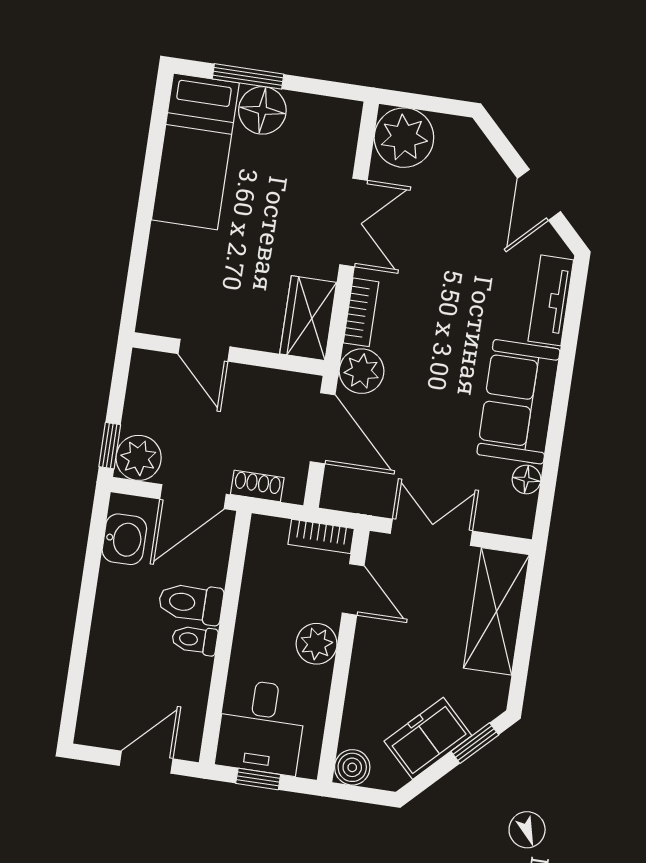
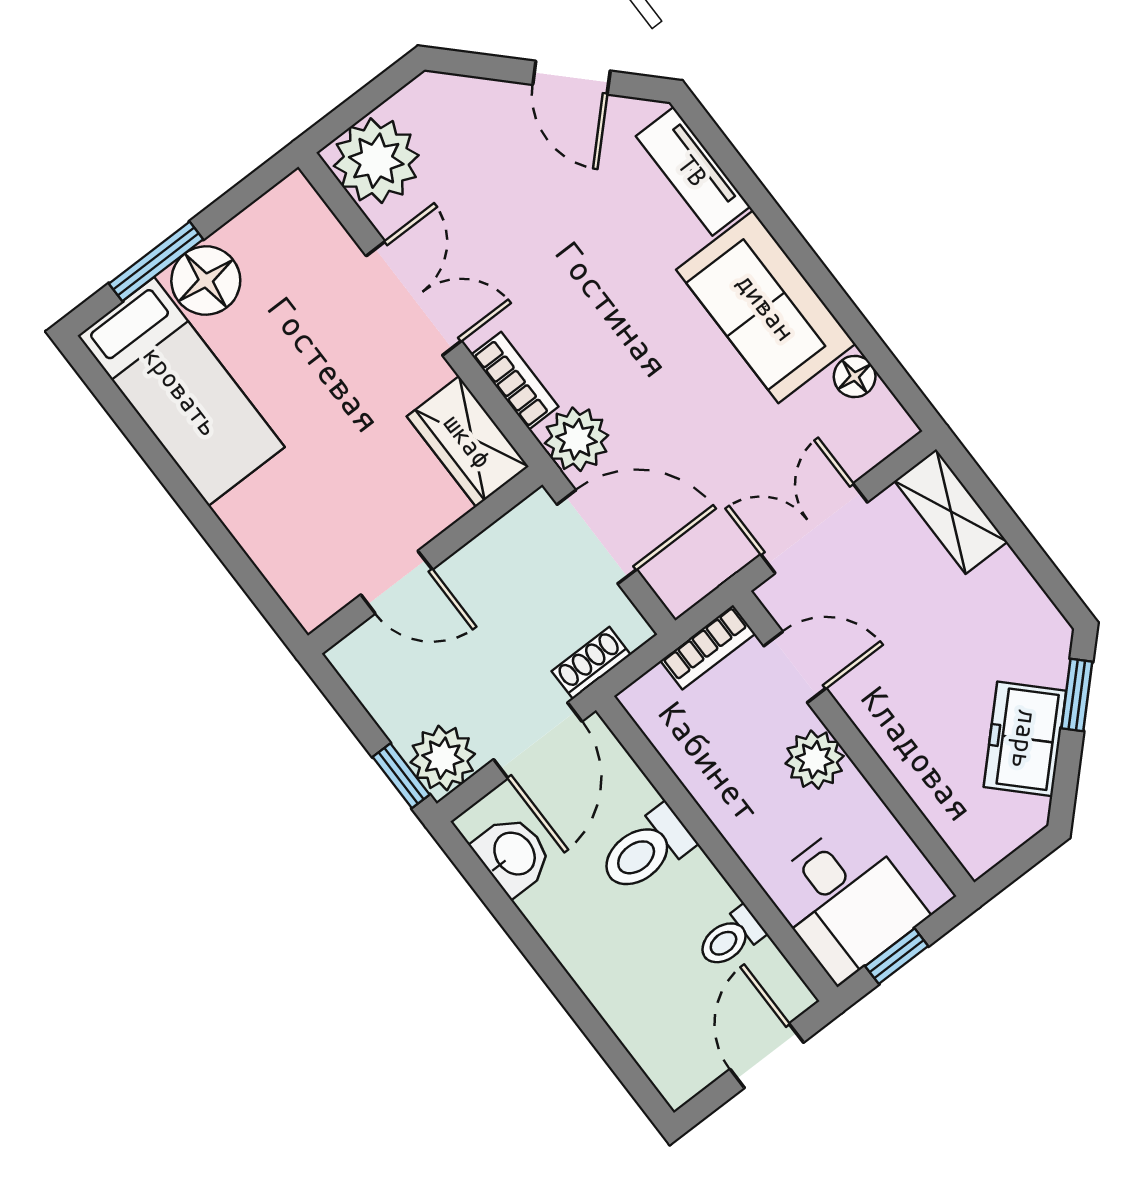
shelving: (497, 611) -> (951, 511), width x0.67, depth x0.75
toilet: (195, 640) -> (731, 938), moved
boiler: (352, 767) -> (979, 847), removed

